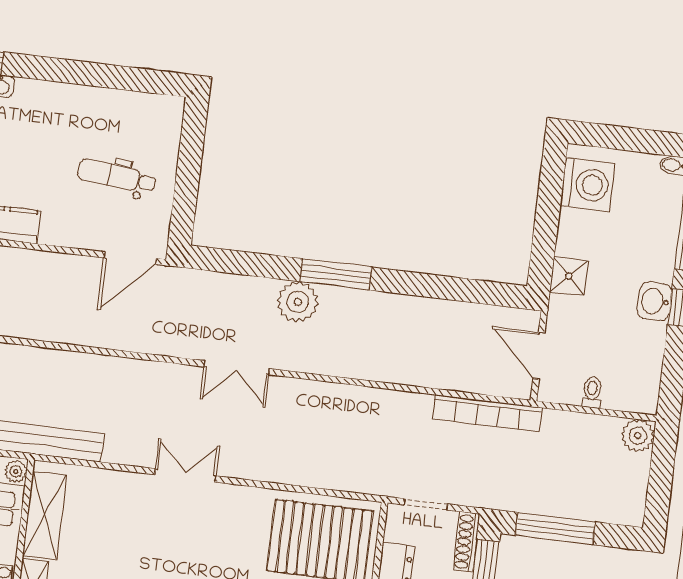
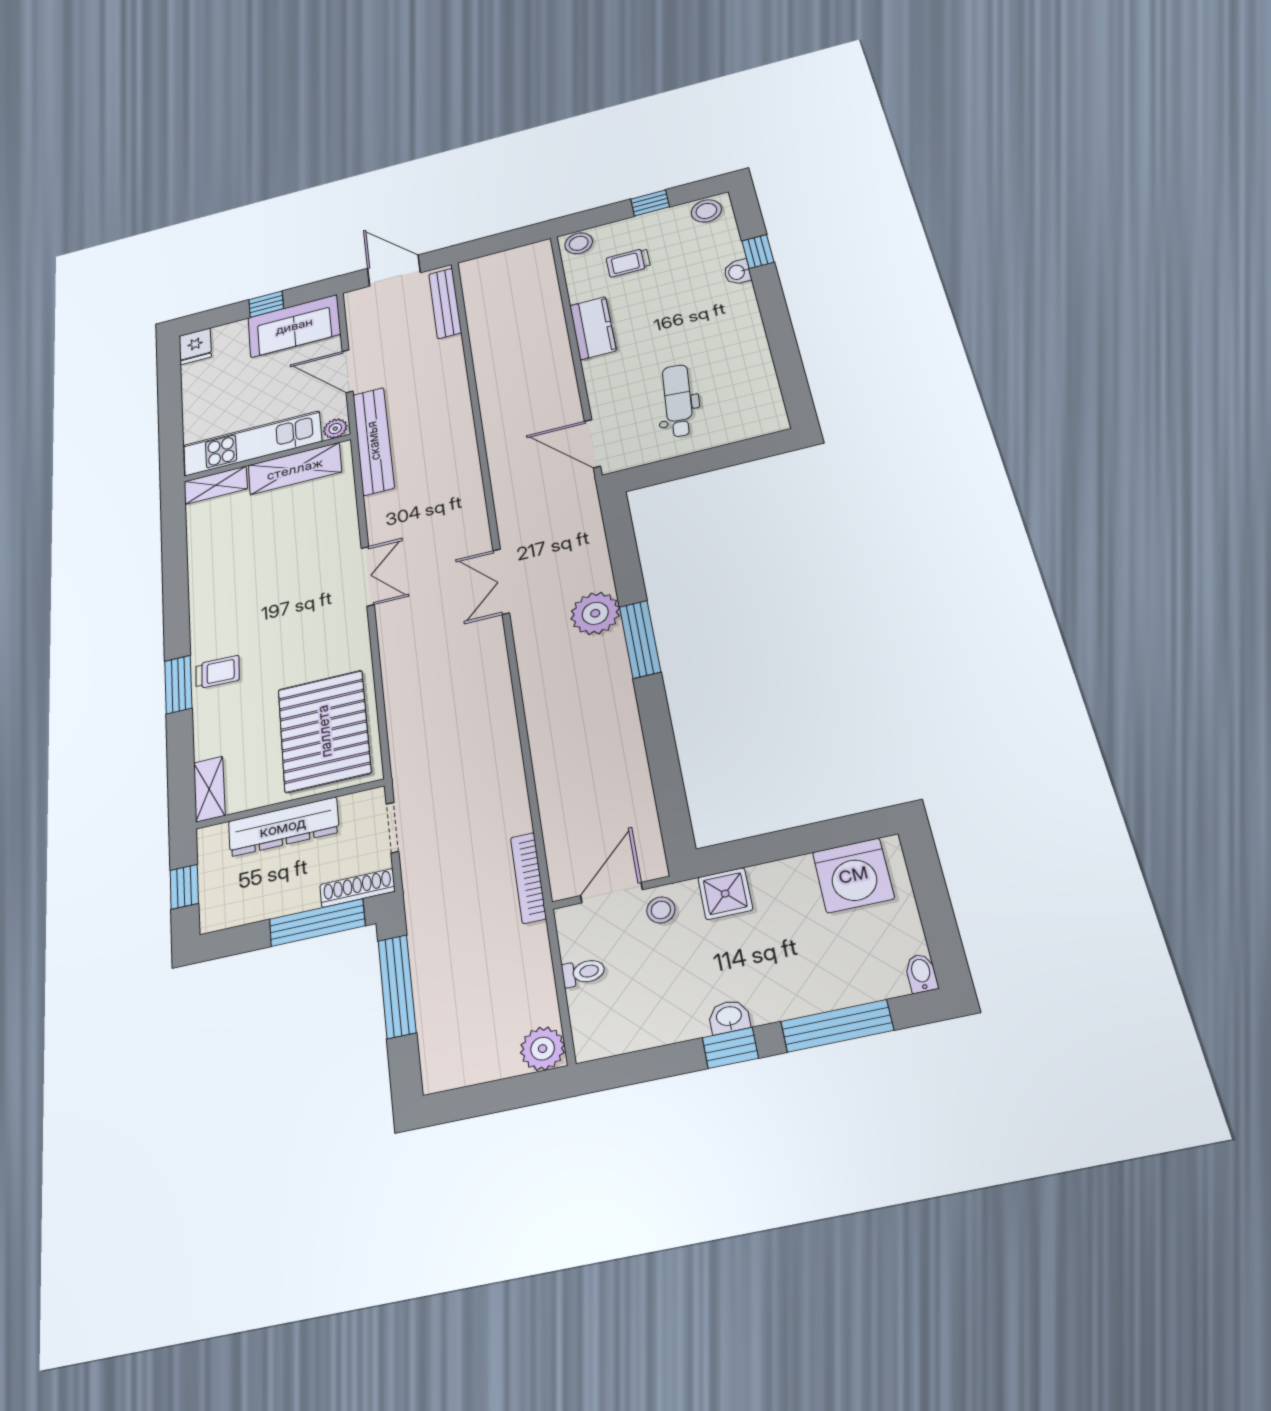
washbasin: (654, 301) -> (729, 1017), width x0.72, depth x0.69
stool: (565, 325) -> (661, 910), added
bookcase: (487, 413) -> (528, 878), width x0.68, depth x0.76

